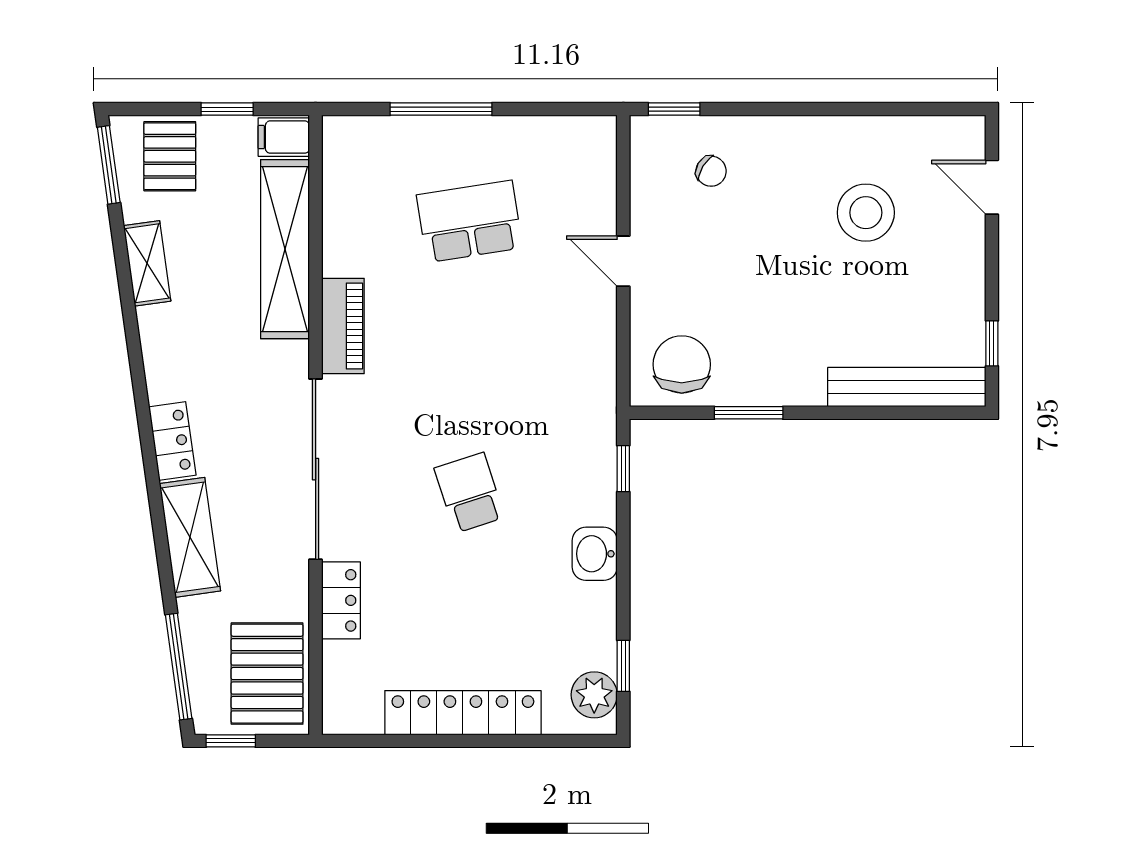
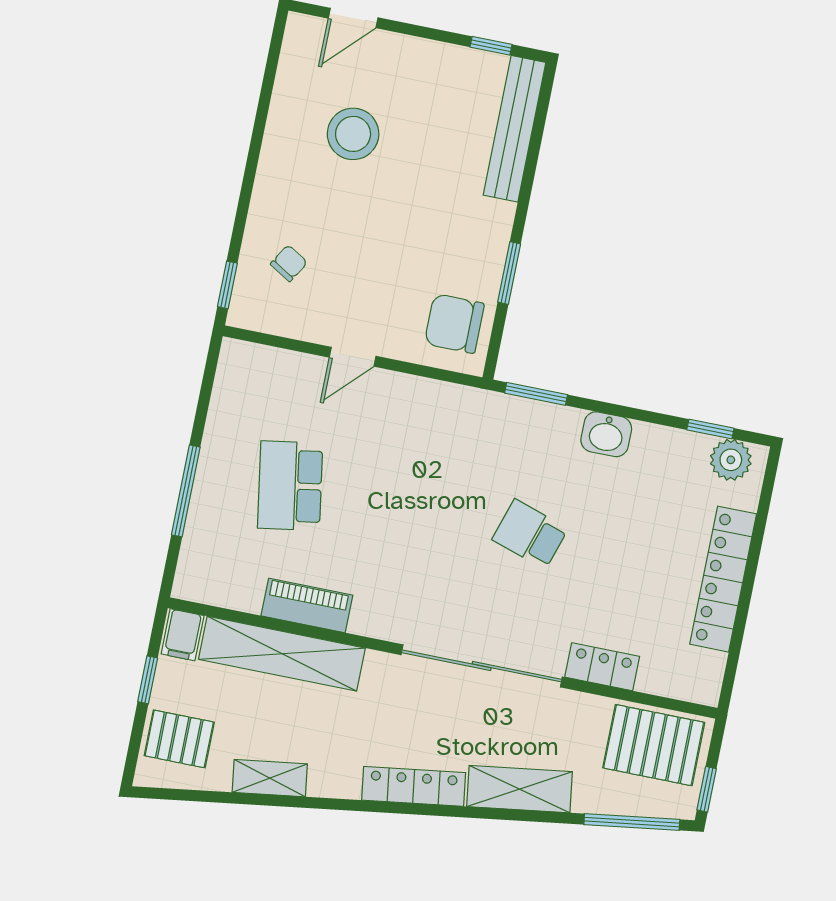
window: (109, 165) -> (176, 794), removed
piano: (343, 326) -> (307, 605), moved
locker: (172, 441) -> (414, 786), width x1.53
window: (623, 469) -> (536, 394), width x1.50
school desk: (469, 493) -> (530, 534), turned 36

